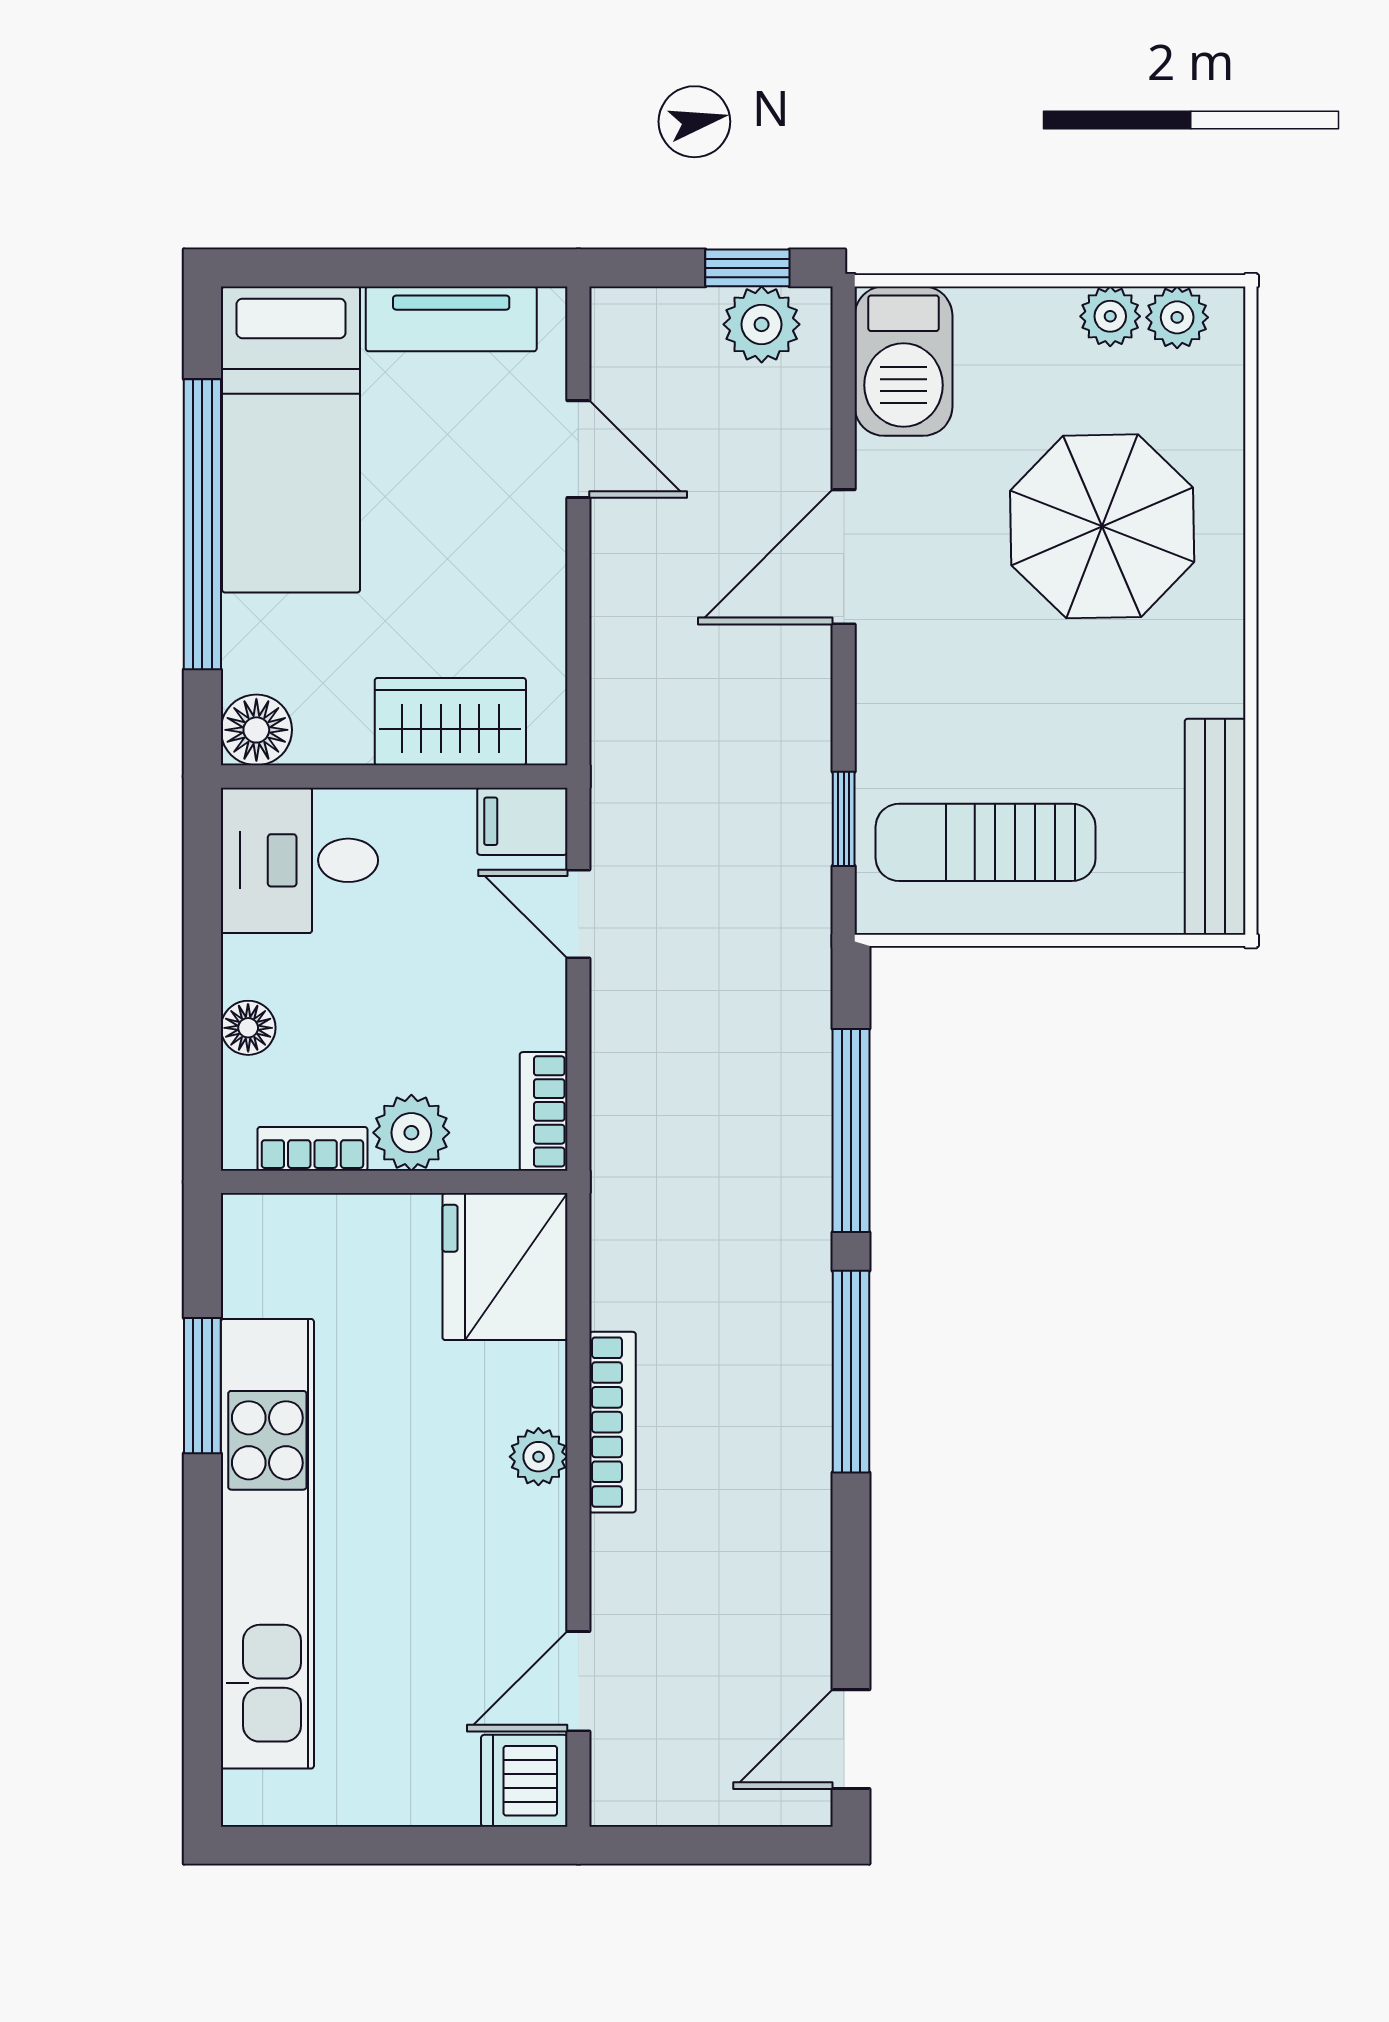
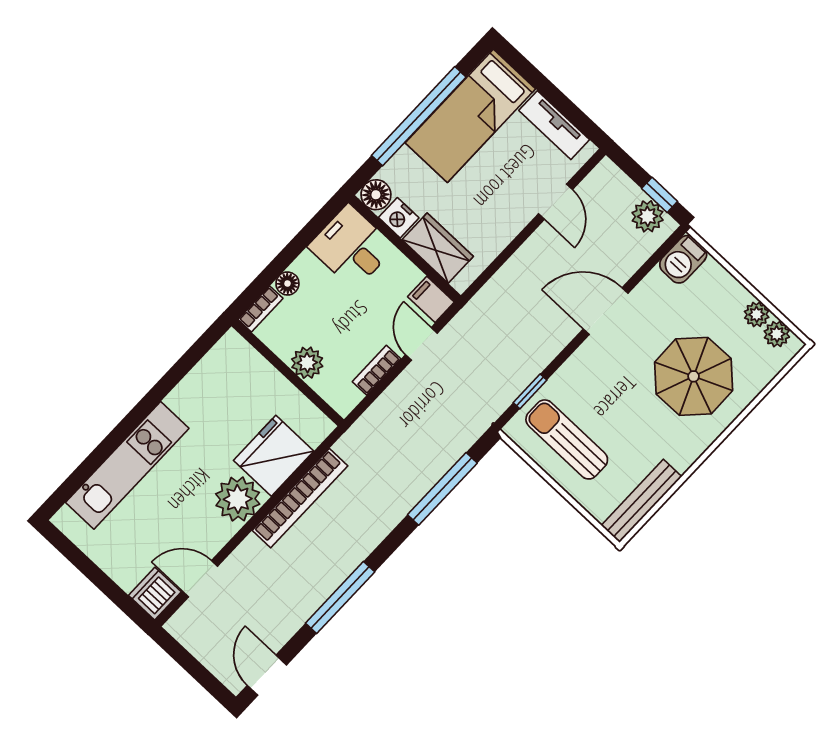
barbecue: (904, 361) -> (683, 259), width x0.73, depth x0.79
nightstand: (333, 733) -> (399, 218), added
bookcase: (544, 1111) -> (377, 370), moved
bookcase: (312, 1149) -> (260, 309), moved, turned 90
fridge: (505, 1267) -> (274, 456), moved
window: (851, 1372) -> (340, 598), moved
window: (202, 1386) -> (170, 380), removed
bookcase: (613, 1422) -> (300, 498), width x1.48, depth x1.31
plant: (538, 1457) -> (238, 499), width x1.87, depth x1.87
kitchen unit: (267, 1544) -> (127, 465), width x0.73
door: (851, 1739) -> (267, 675), hinge flipped

